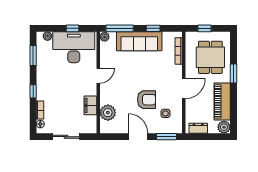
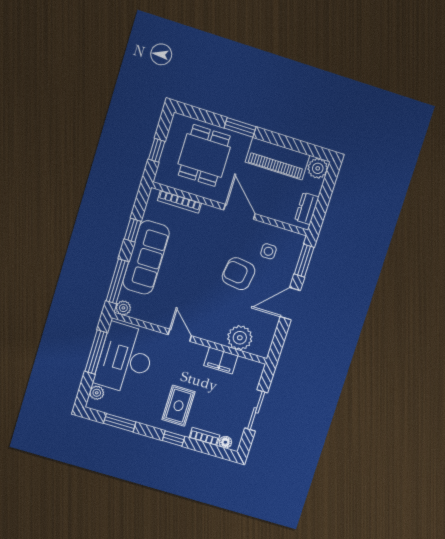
window: (72, 28) -> (96, 352), width x2.17
dining table: (210, 57) -> (204, 156), turned 90
rug: (54, 88) -> (179, 406), added
armchair: (147, 100) -> (239, 274), turned -82

